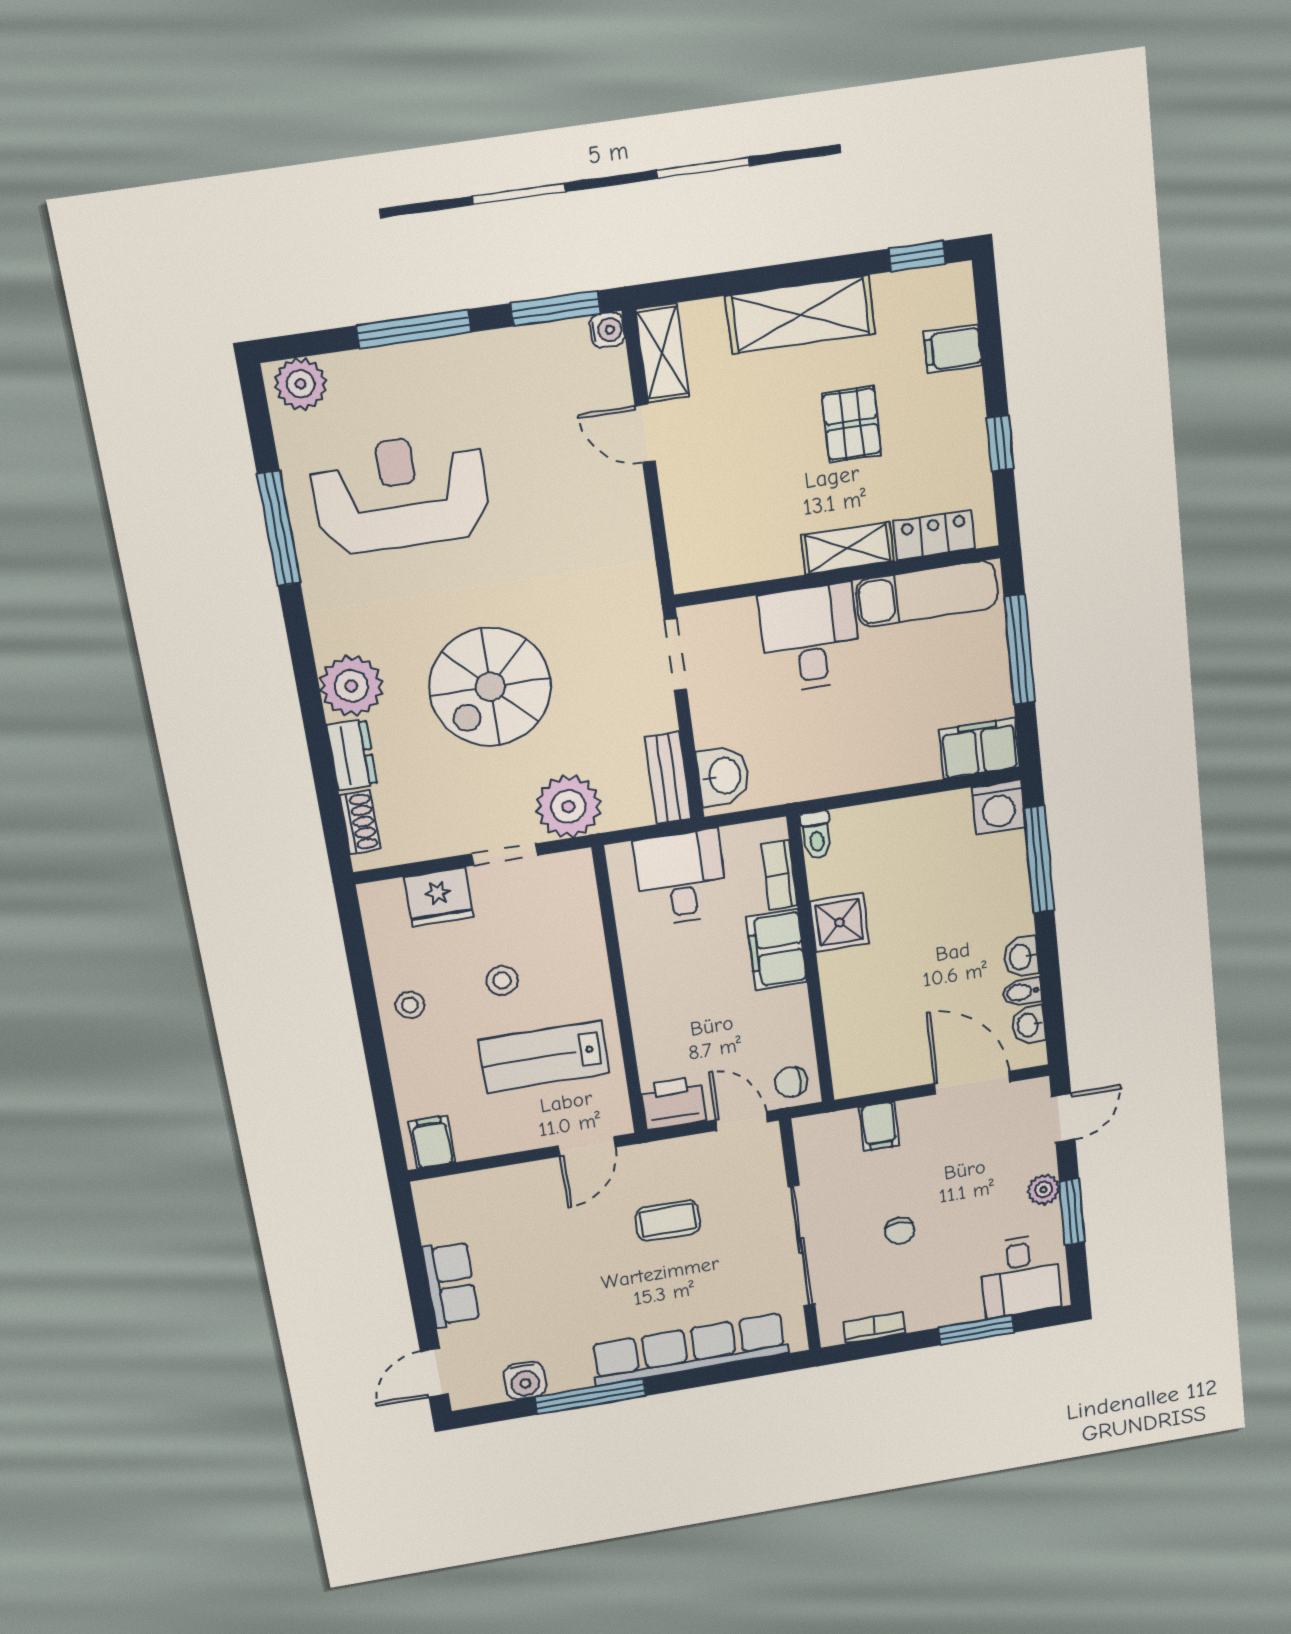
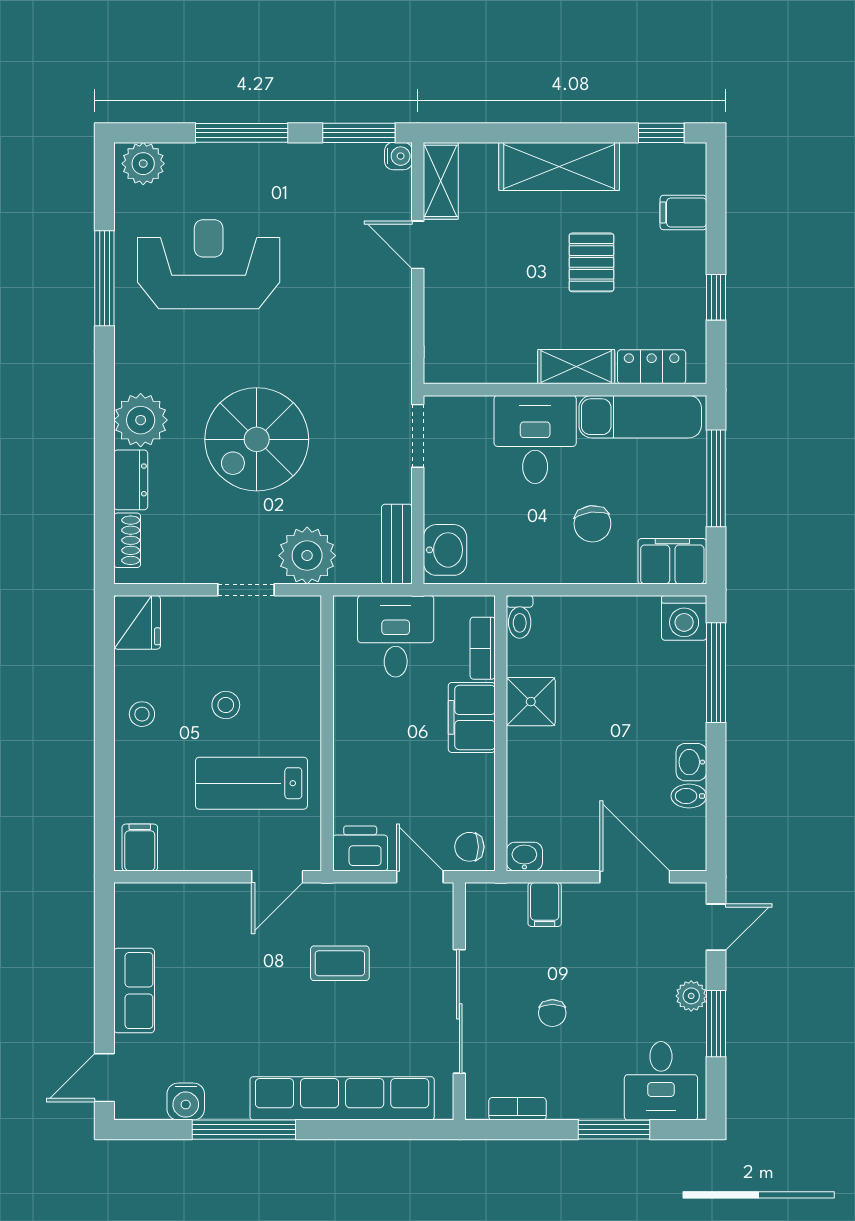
chair: (886, 721) -> (592, 524), added
fridge: (439, 897) -> (137, 622), moved, turned -90
washbasin: (1029, 1025) -> (524, 857), moved, turned 90

